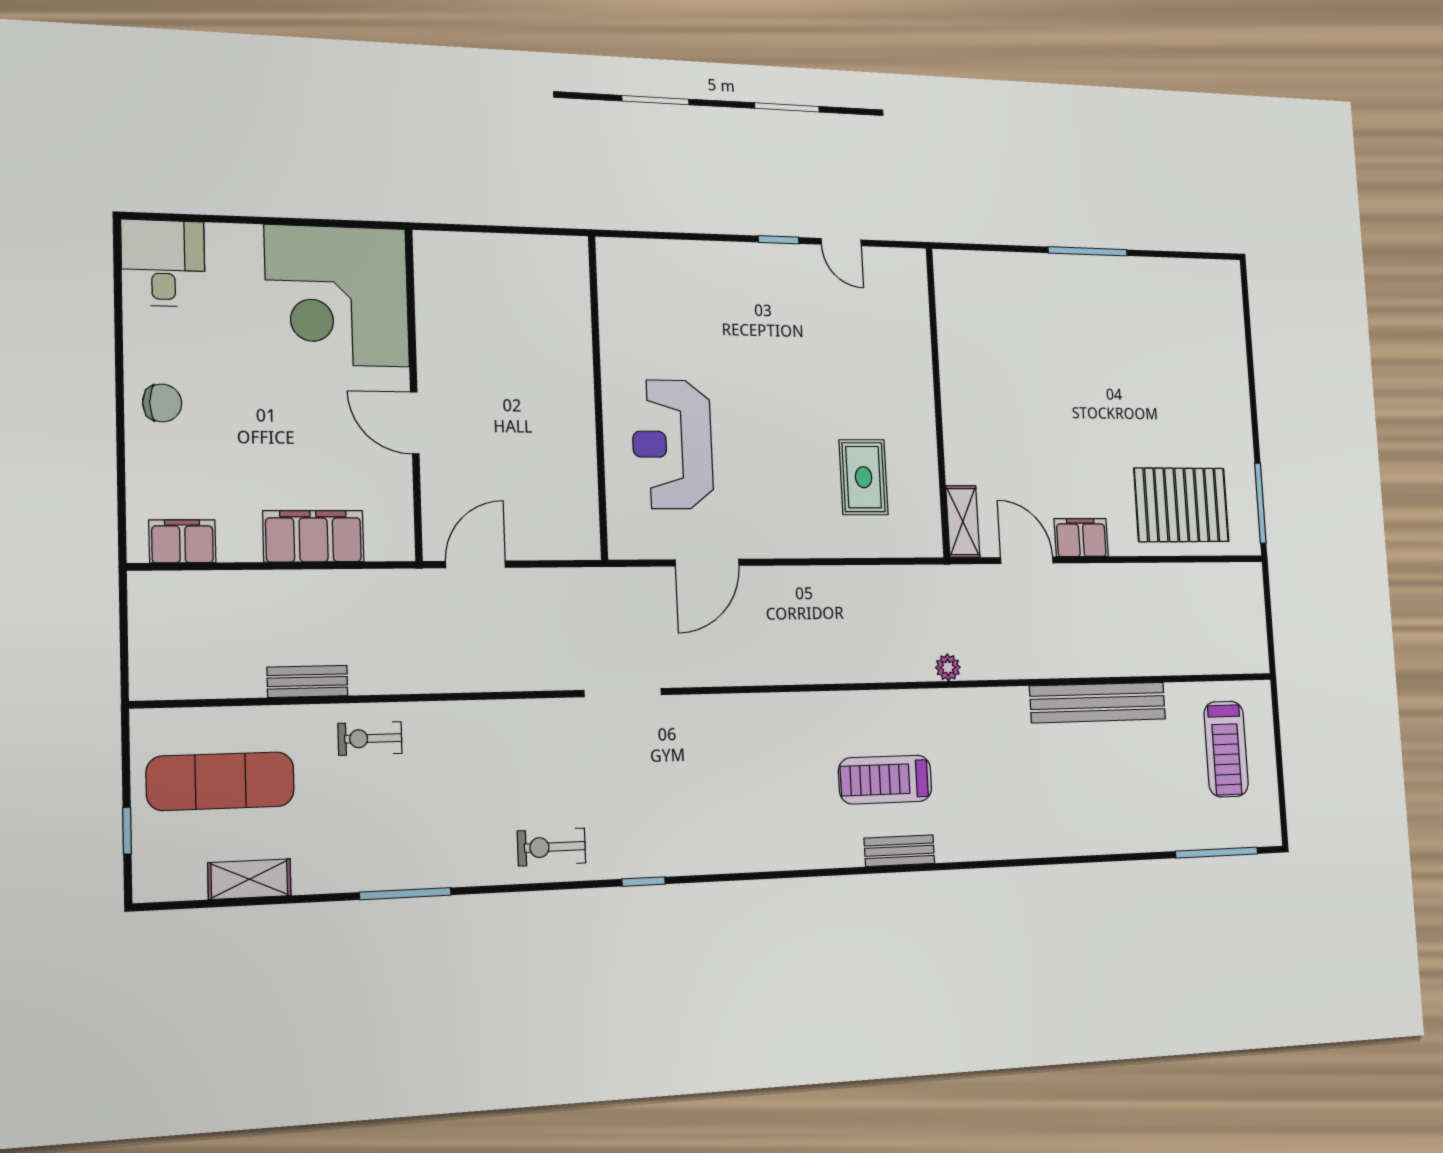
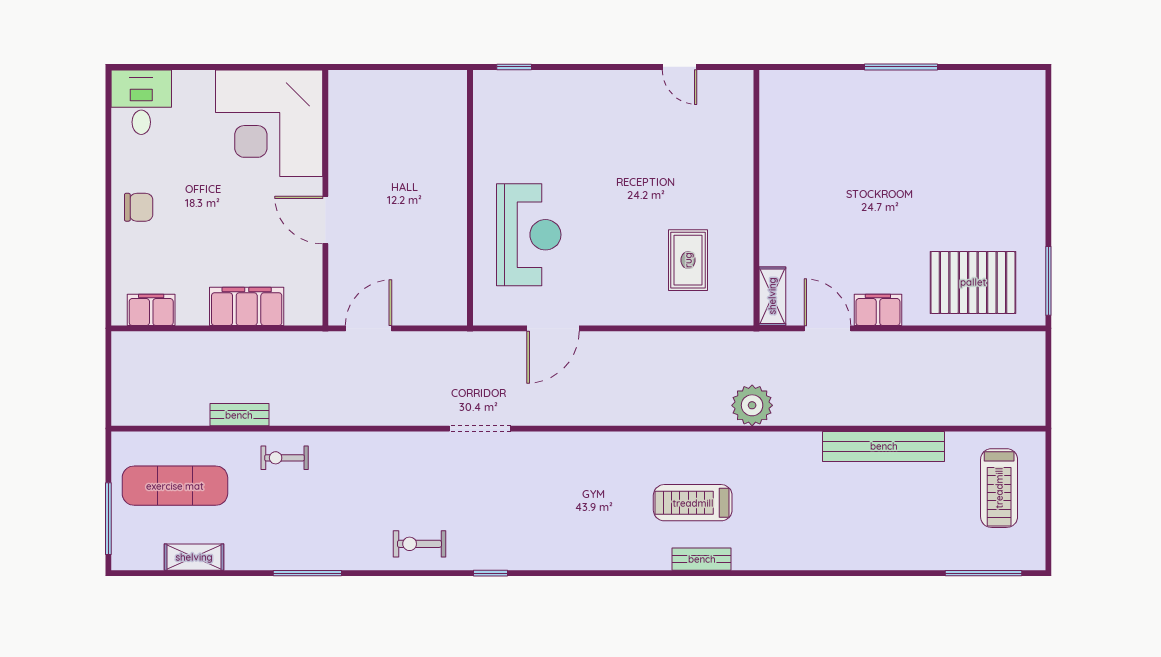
window: (779, 240) -> (514, 67), moved
reception desk: (672, 444) -> (529, 235), turned 180
plant: (948, 667) -> (752, 405), width x1.88, depth x1.88
window: (127, 831) -> (108, 519), width x2.17

